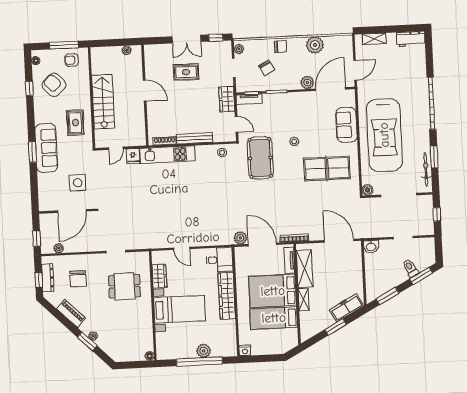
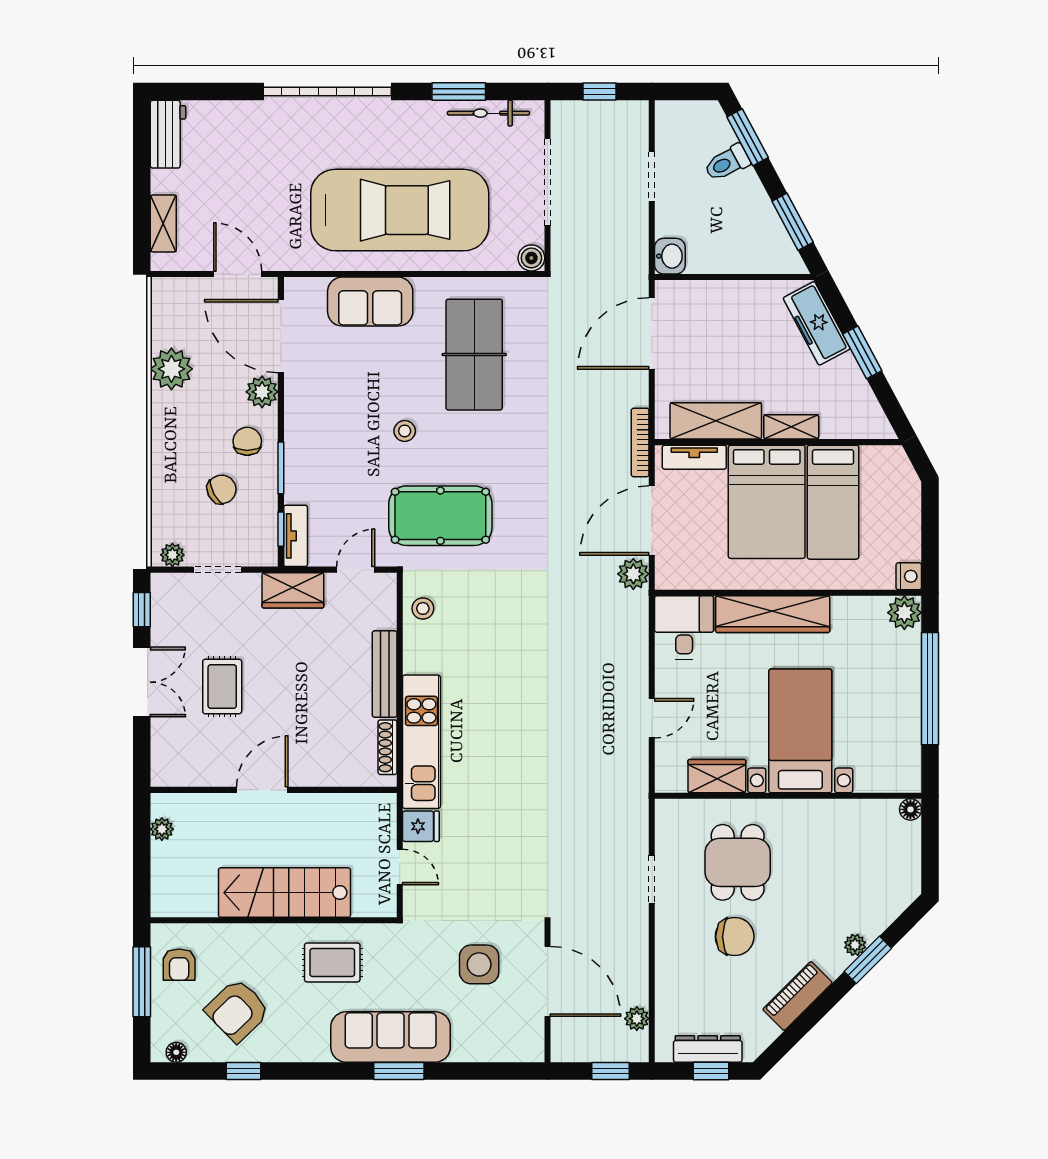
chair: (281, 47) -> (247, 441), moved
chair: (78, 279) -> (735, 937), moved
plant: (204, 351) -> (904, 613), moved

